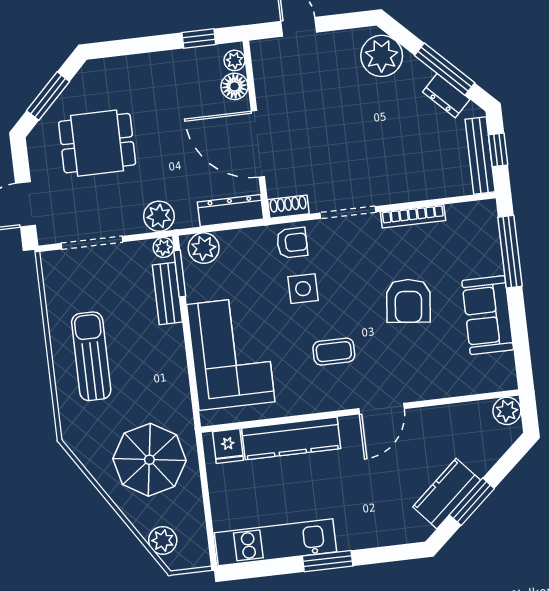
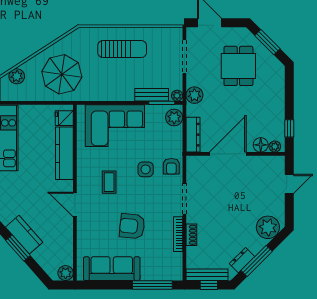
shoe rack: (288, 207) -> (191, 235), moved
sofa: (488, 315) -> (112, 269), width x1.36

